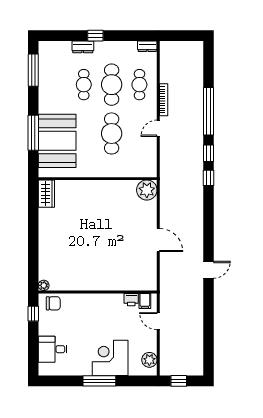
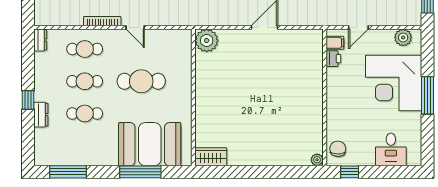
cafe table: (112, 85) -> (85, 81), width x0.73, depth x0.74
corner desk: (110, 358) -> (394, 83), width x1.36, depth x1.36

